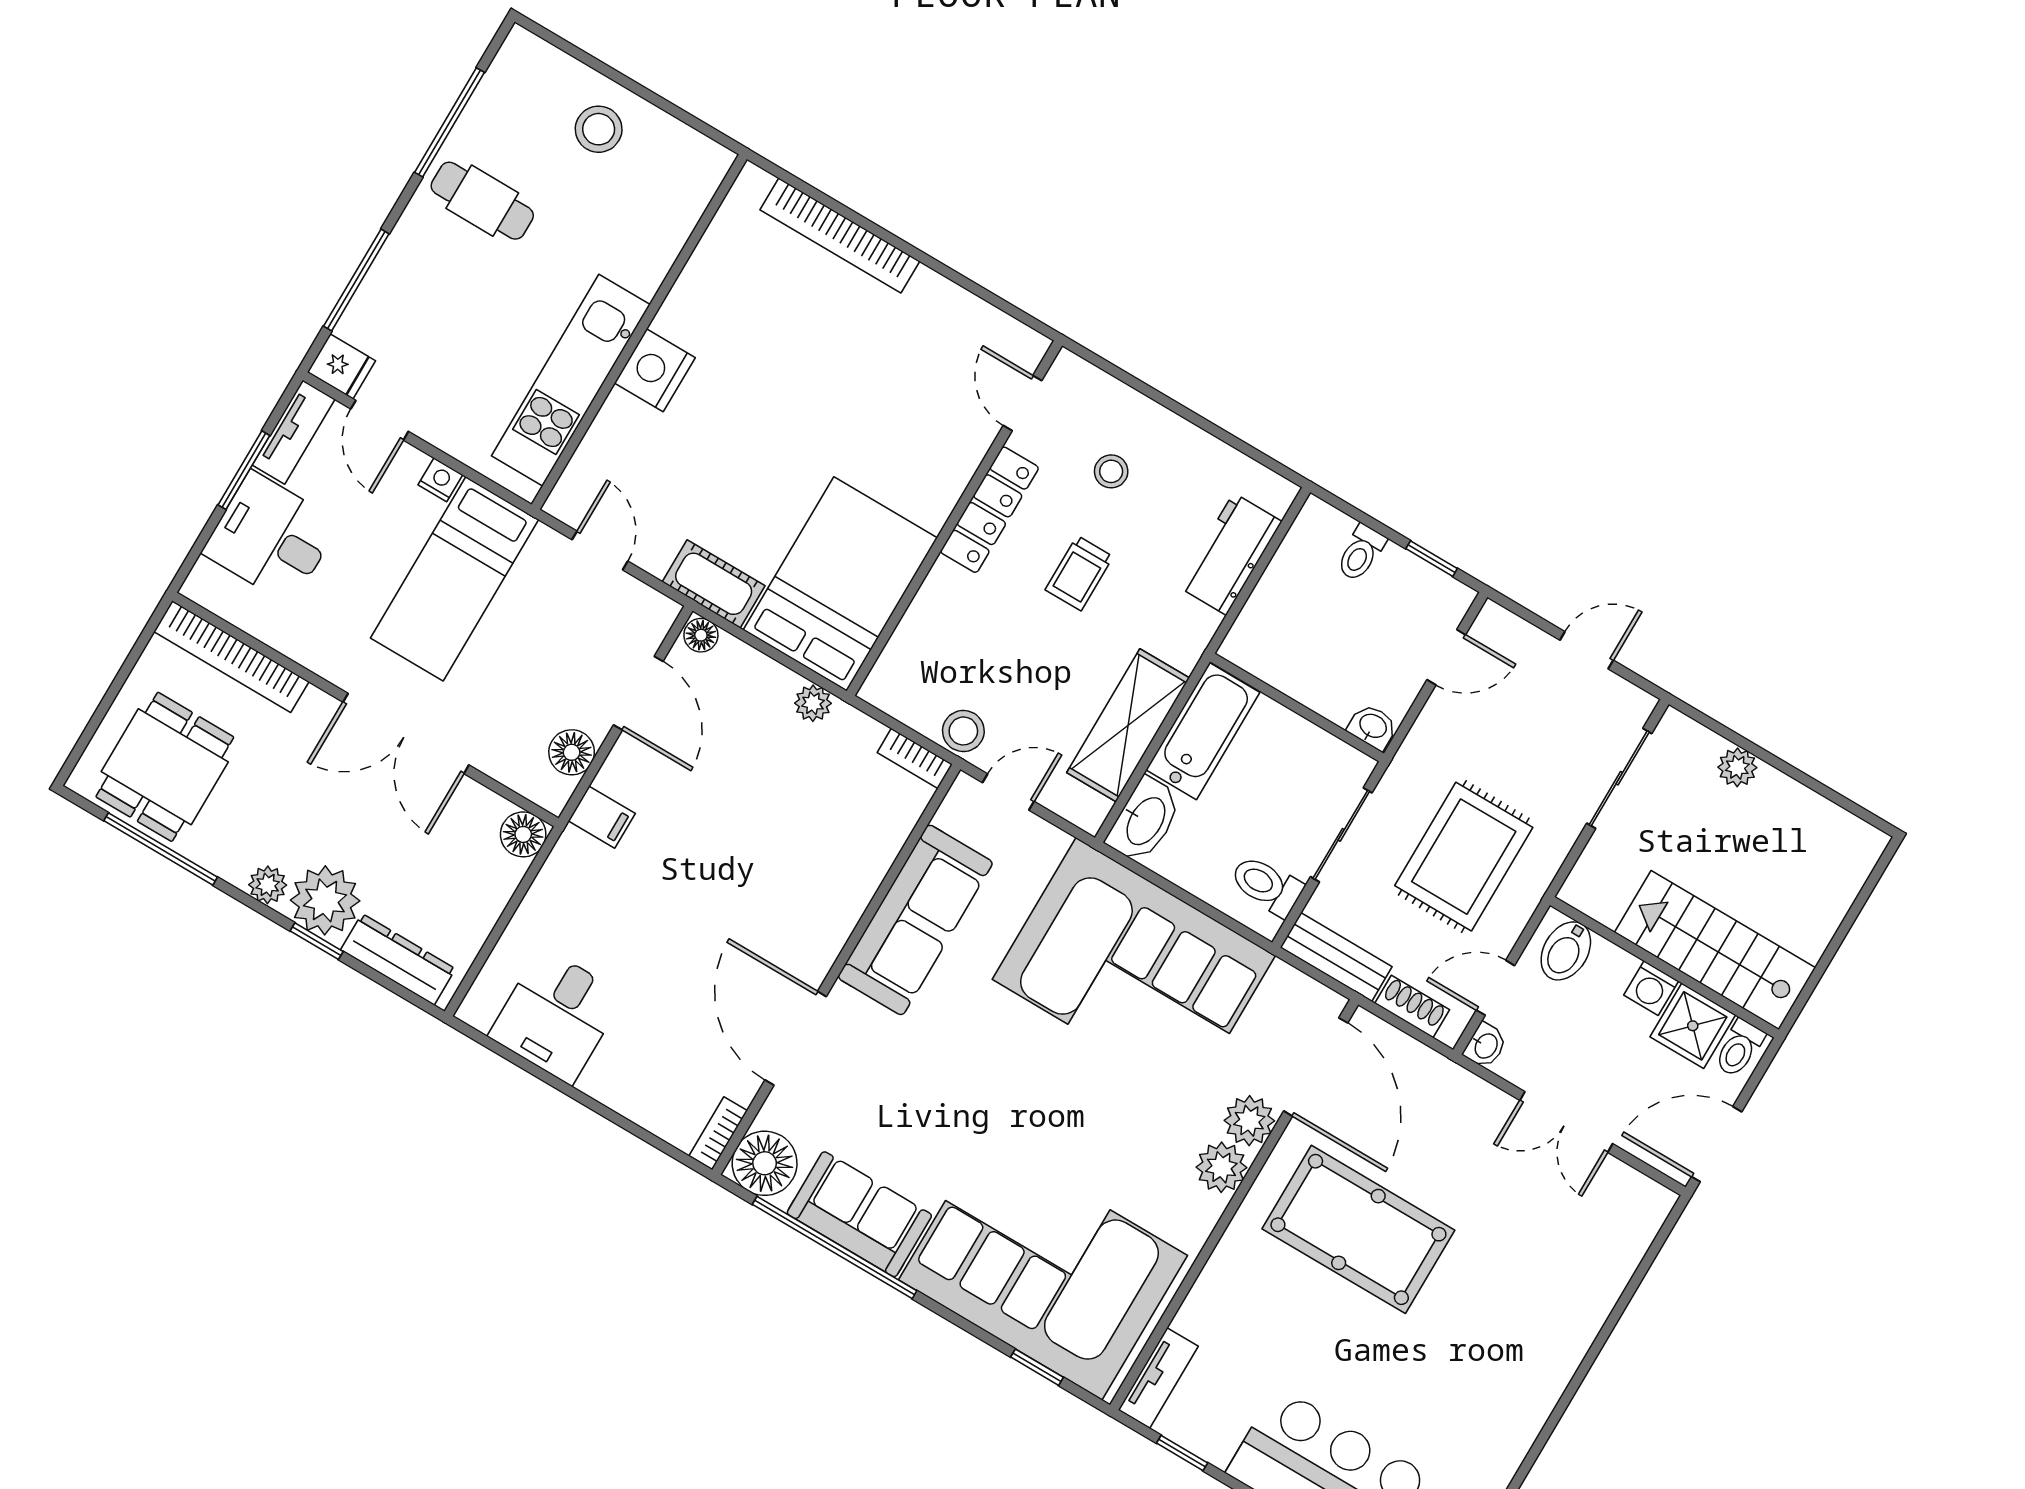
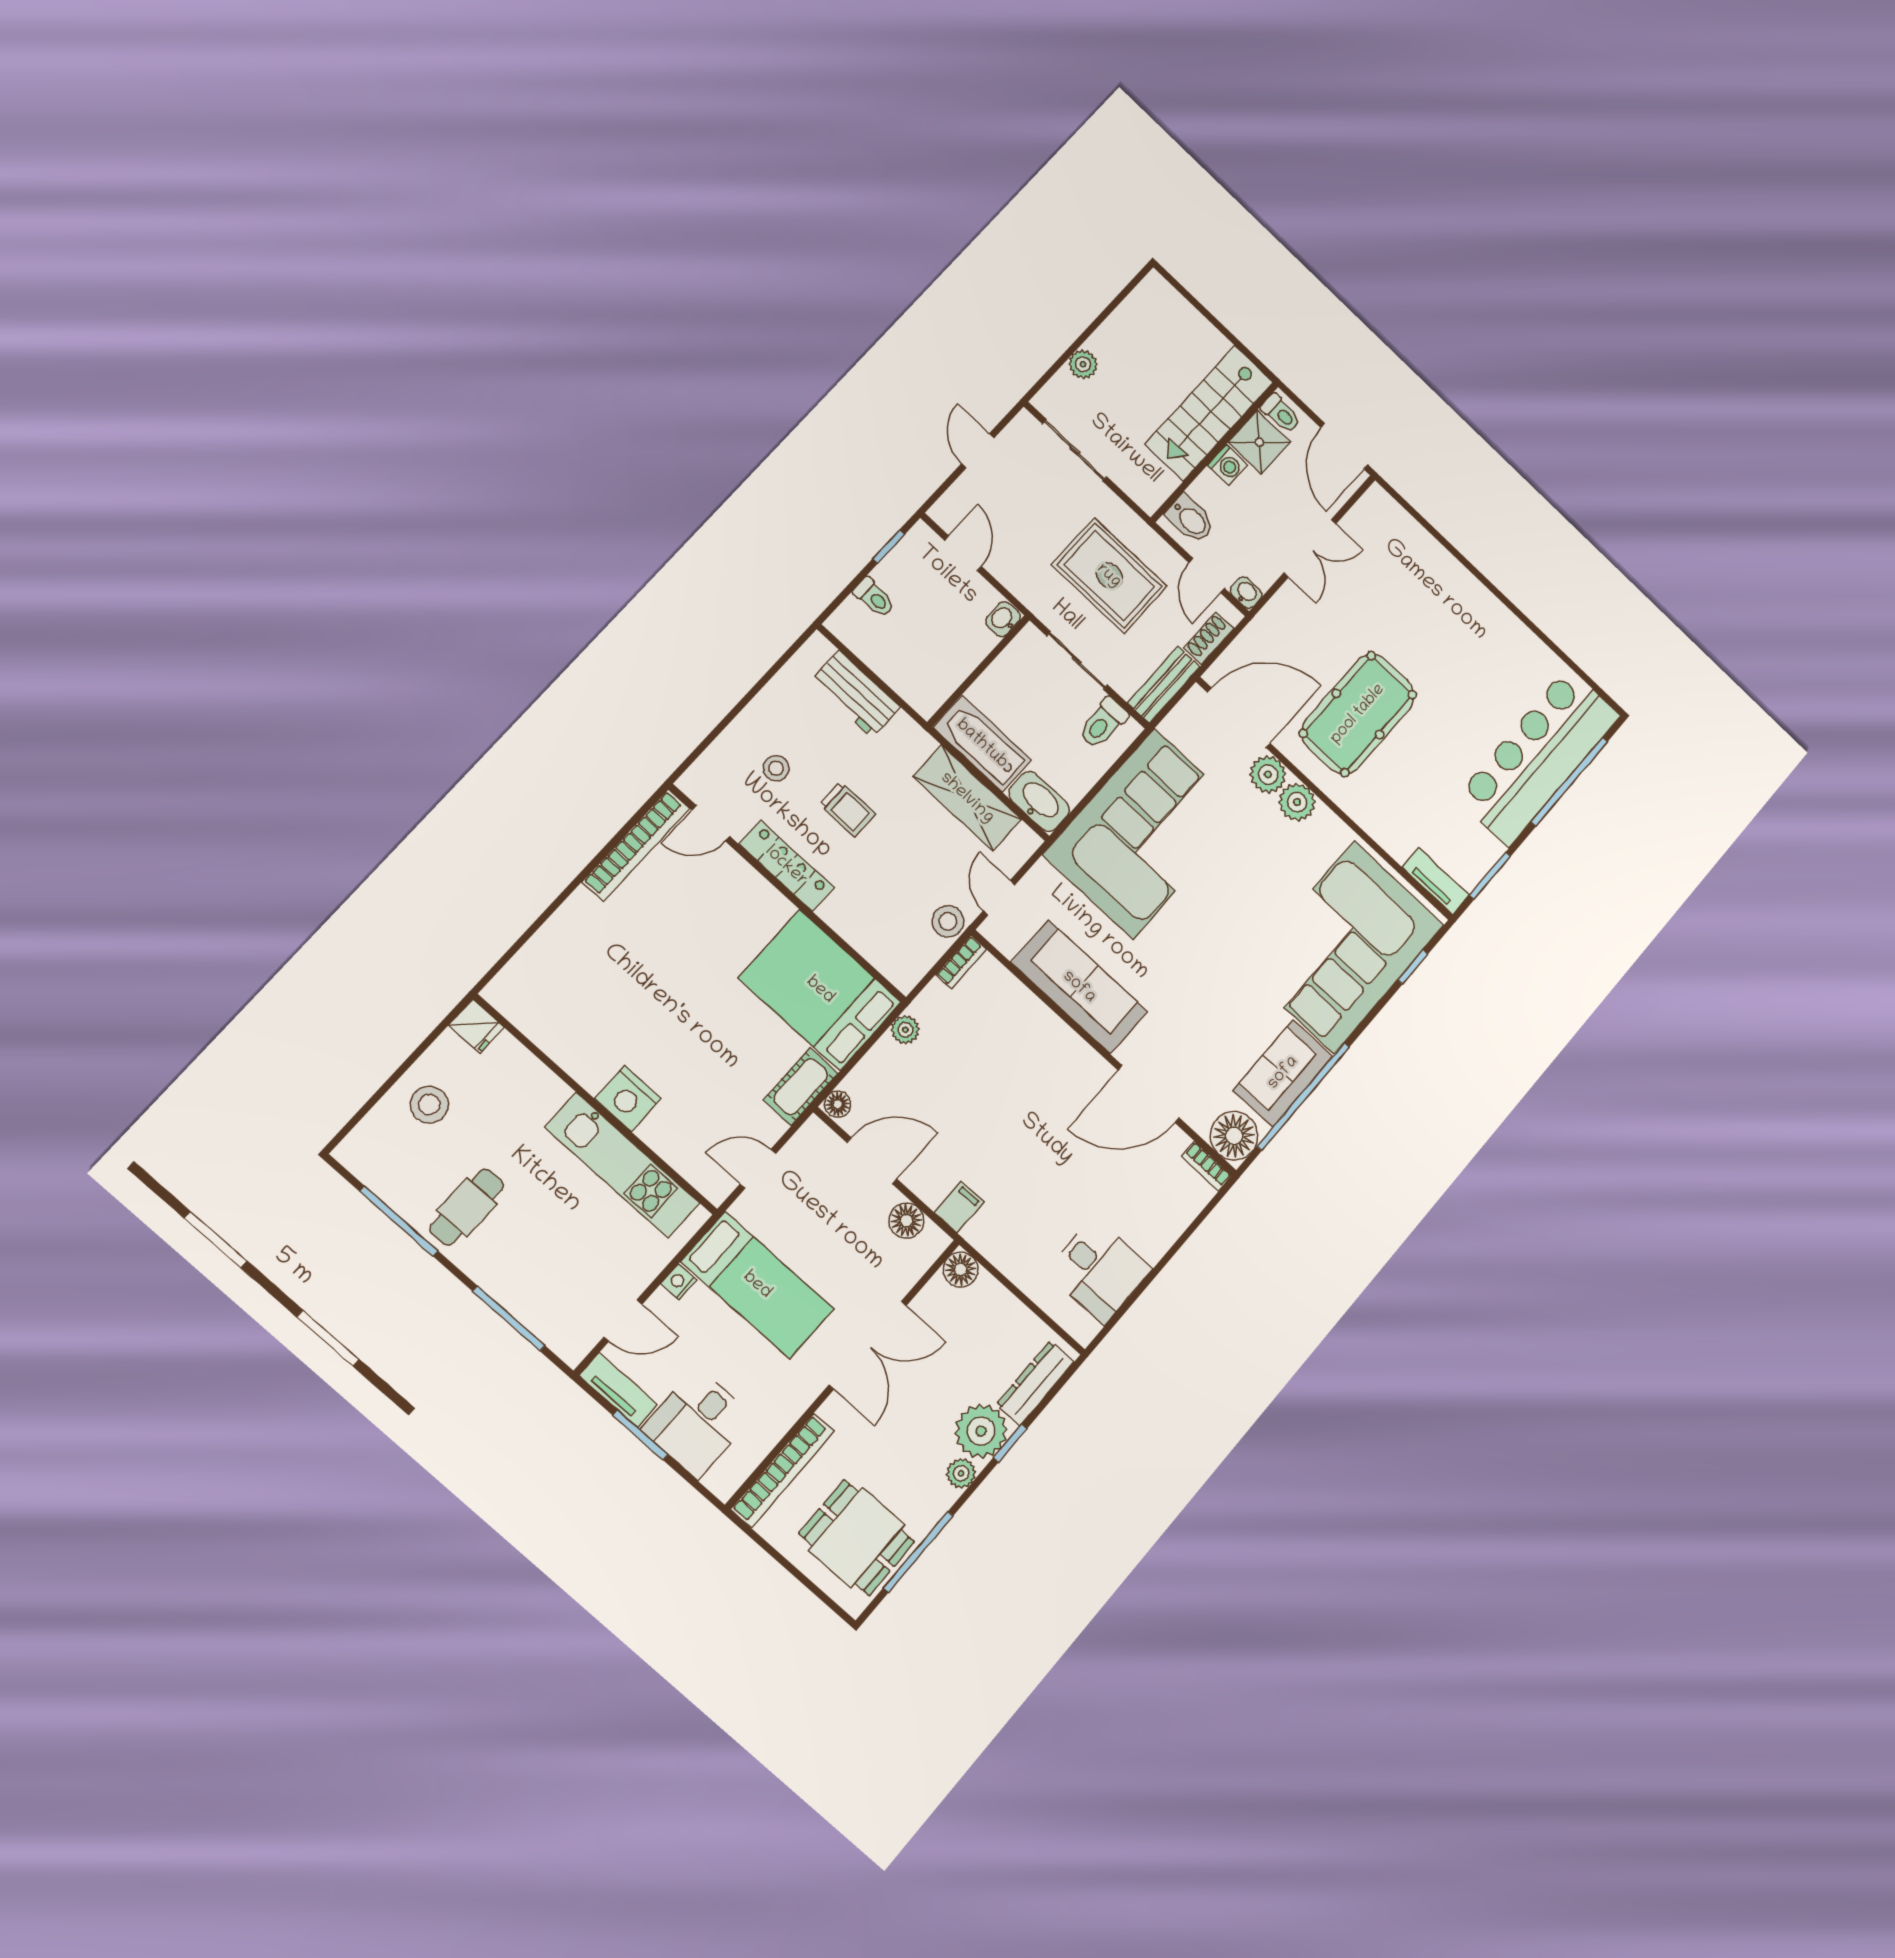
bookcase: (840, 236) -> (636, 845), moved
fridge: (341, 366) -> (476, 1026), moved, turned 90
window: (1182, 1453) -> (1490, 876), width x1.50

